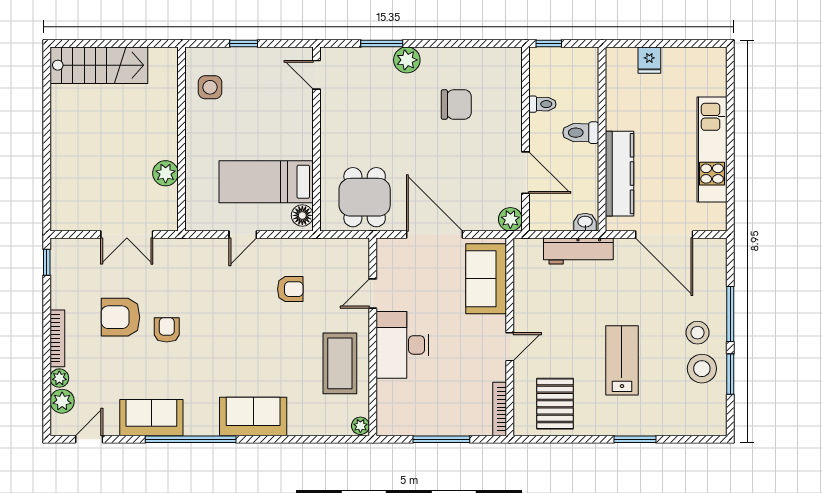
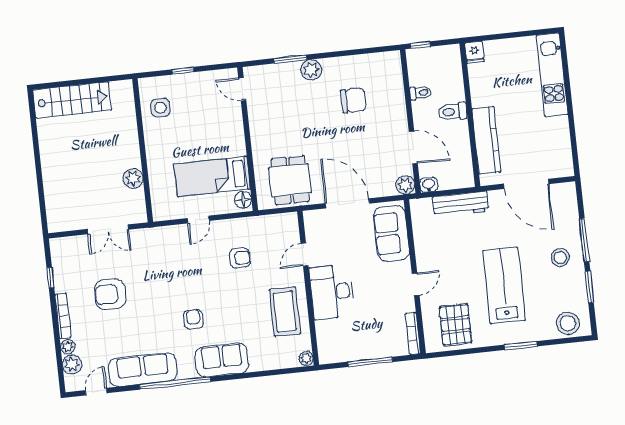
fridge: (649, 60) -> (474, 52), moved
kitchen unit: (712, 149) -> (552, 75), moved
washbasin: (585, 222) -> (429, 185), moved
window: (47, 262) -> (50, 278), moved
armchair: (167, 330) -> (193, 319), moved
lab bench: (622, 360) -> (504, 285), width x1.36, depth x1.39
stool: (702, 369) -> (568, 323), moved
sofa: (151, 418) -> (143, 370), width x1.36

